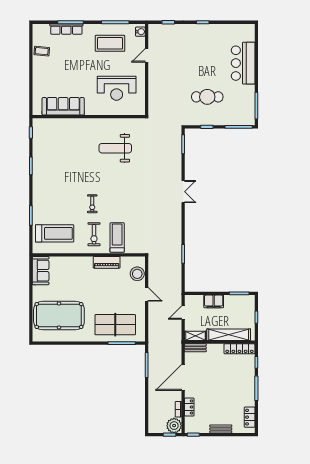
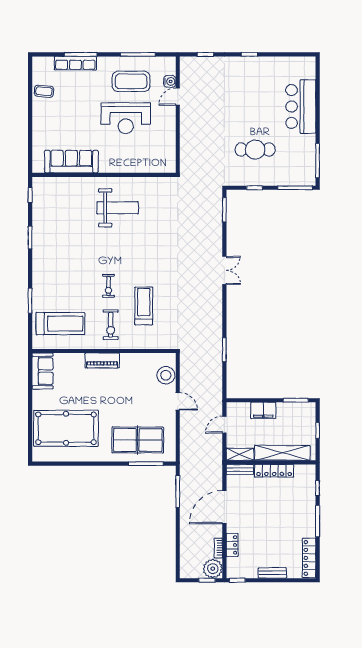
water cooler: (140, 32) -> (170, 81), moved
reception desk: (117, 88) -> (126, 118), moved
weight bench: (115, 148) -> (118, 208), moved, turned 180
treadmill: (117, 238) -> (144, 306), moved
piano: (107, 262) -> (102, 361), moved
locker: (239, 349) -> (274, 471), moved
locker: (250, 417) -> (309, 558), width x1.53

